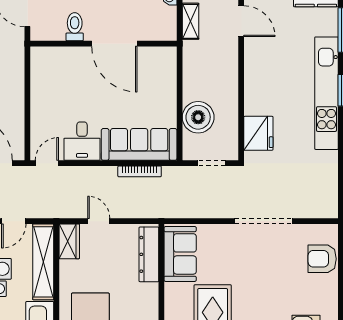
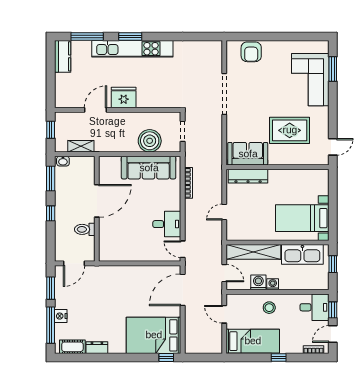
door: (241, 21) -> (95, 110), moved
fridge: (258, 133) -> (124, 98), moved
sofa: (139, 144) -> (149, 168), moved, turned -90
wardrobe: (69, 241) -> (239, 233), removed

